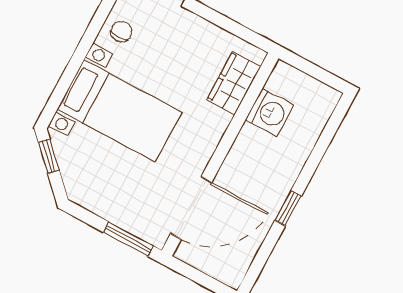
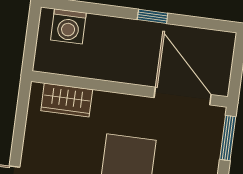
washing machine: (270, 112) -> (68, 26), moved, turned 180

